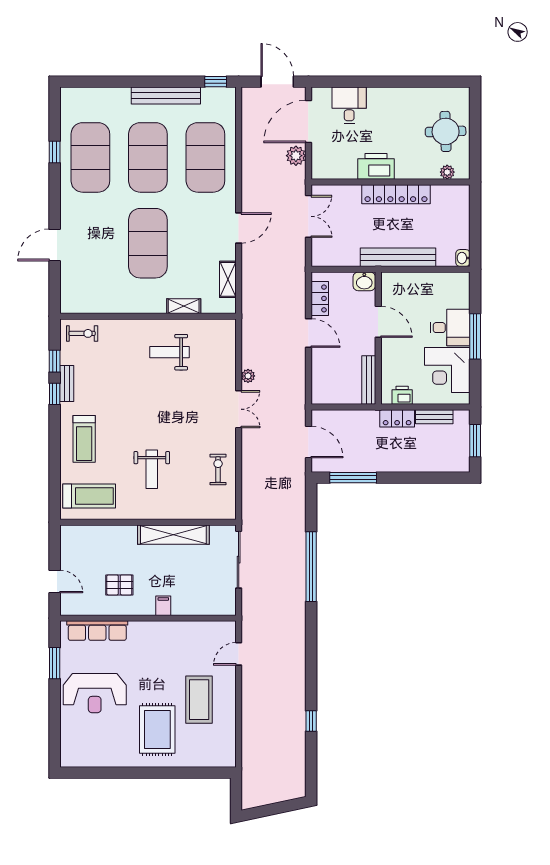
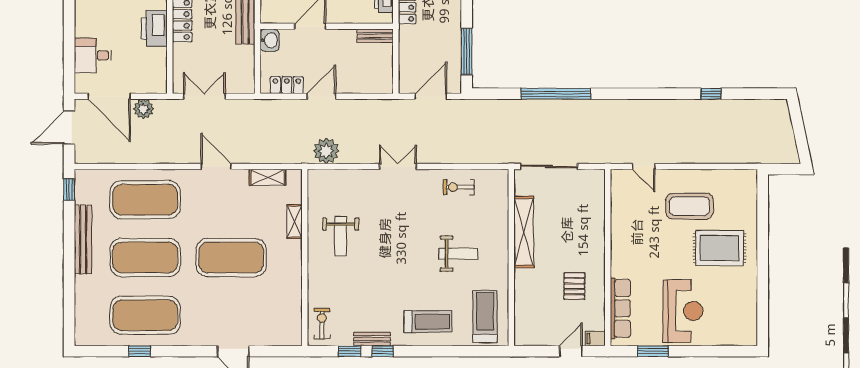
plant: (248, 376) -> (326, 151), moved, width x1.88, depth x1.88
bench: (369, 380) -> (375, 36), width x0.73
filing cabinet: (163, 606) -> (595, 339), moved

